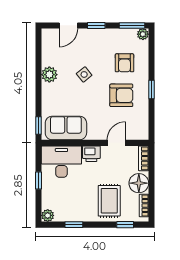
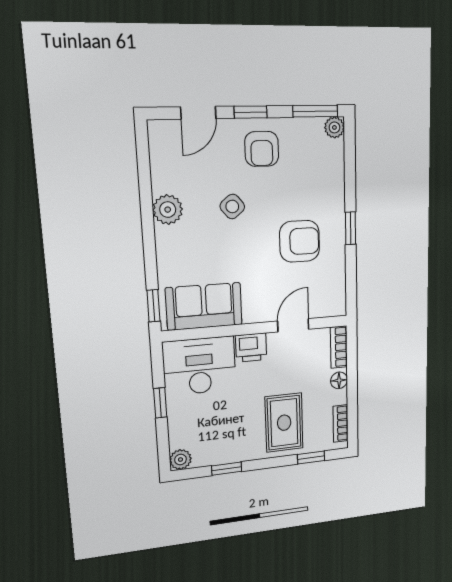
armchair: (124, 63) -> (262, 149), moved
floor lamp: (139, 183) -> (339, 380), width x0.53, depth x0.53

